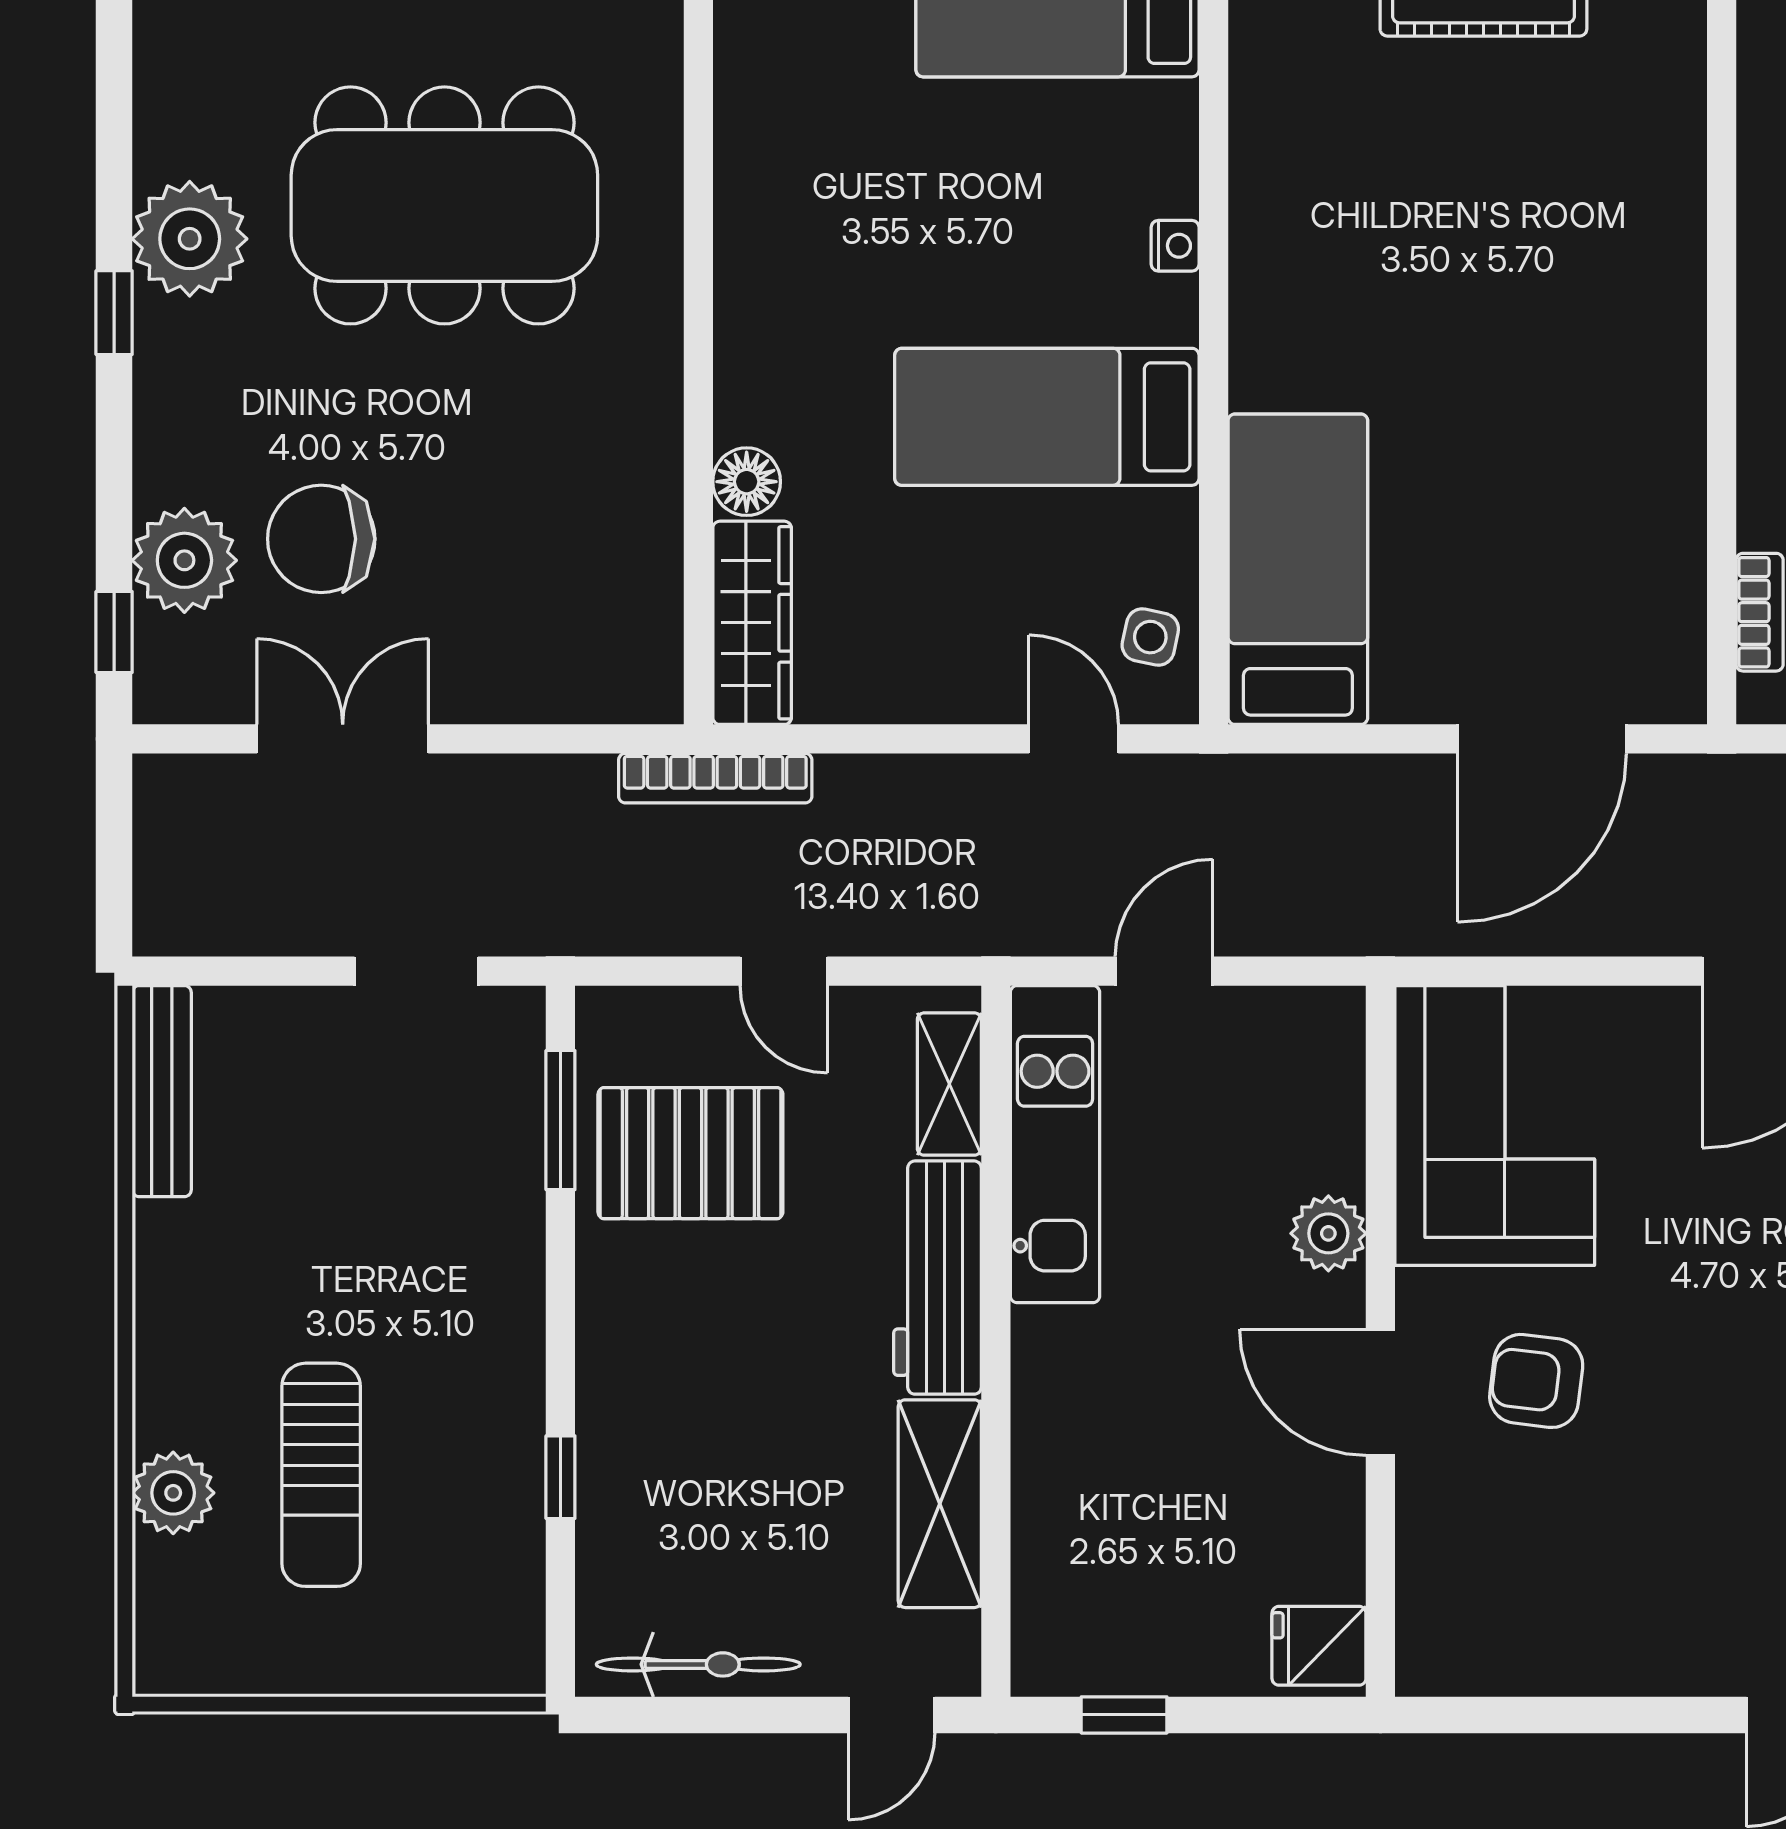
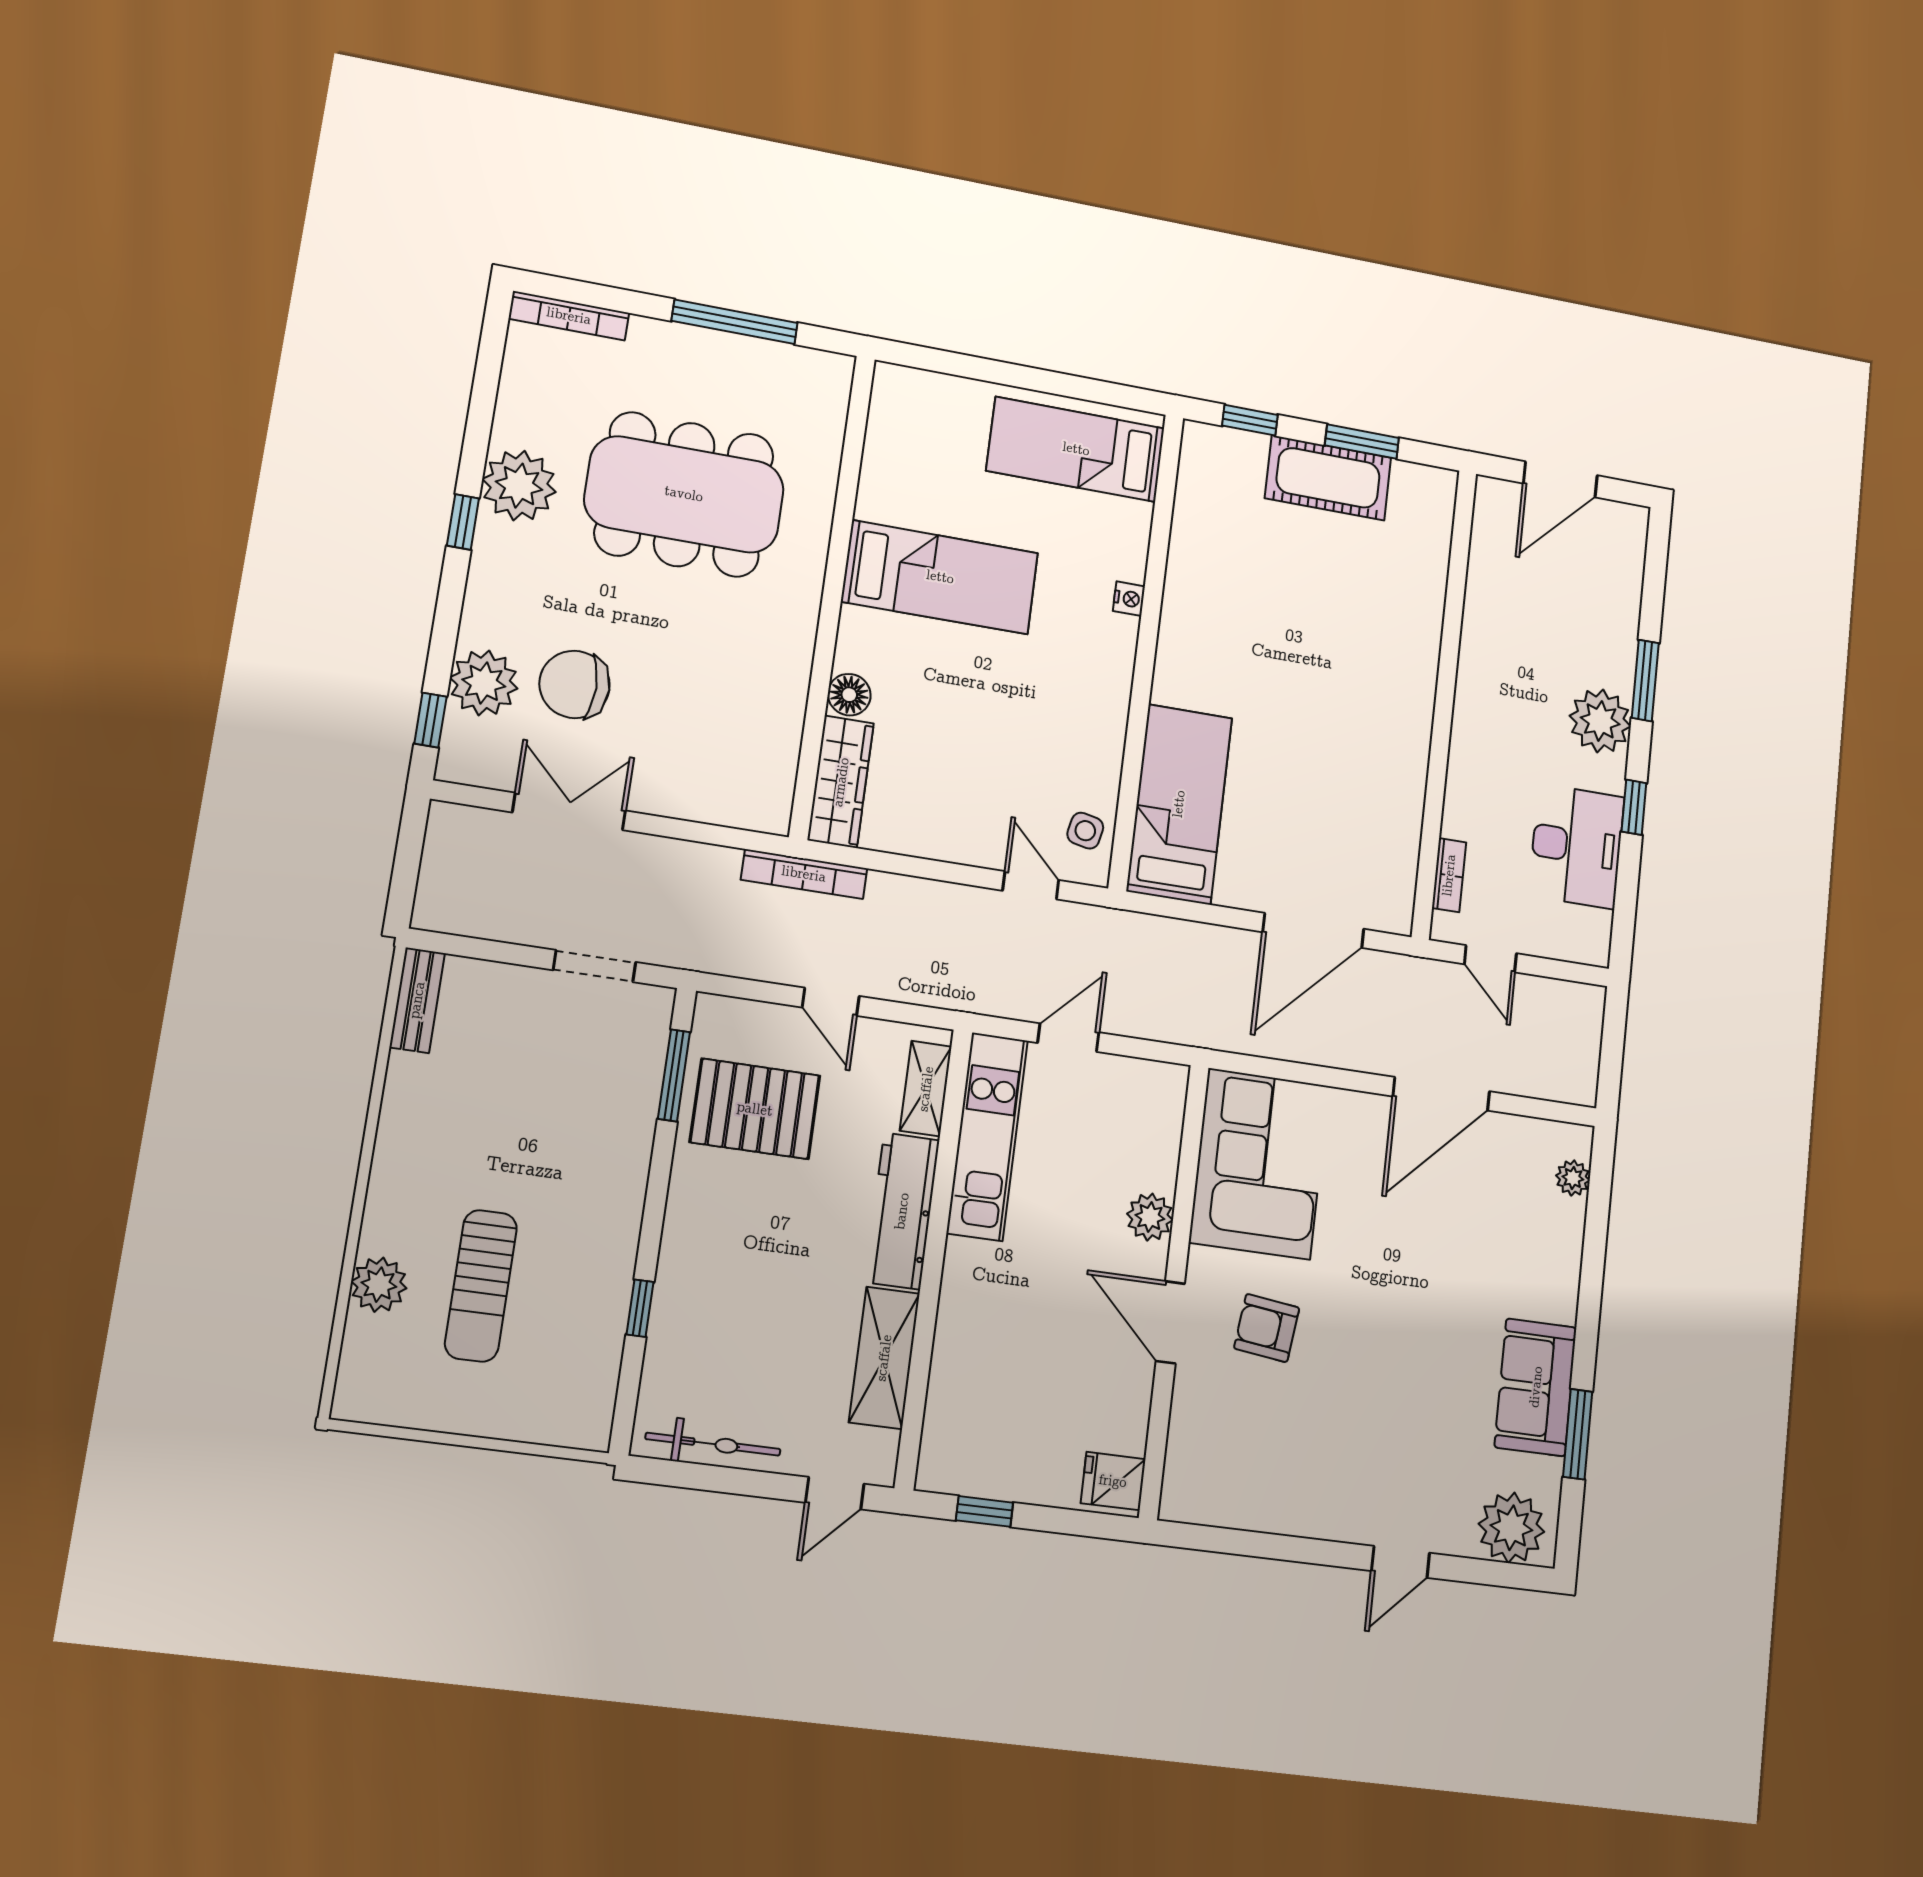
bed: (1047, 417) -> (940, 577), moved, turned 180
bench: (162, 1091) -> (417, 1000), width x0.73

